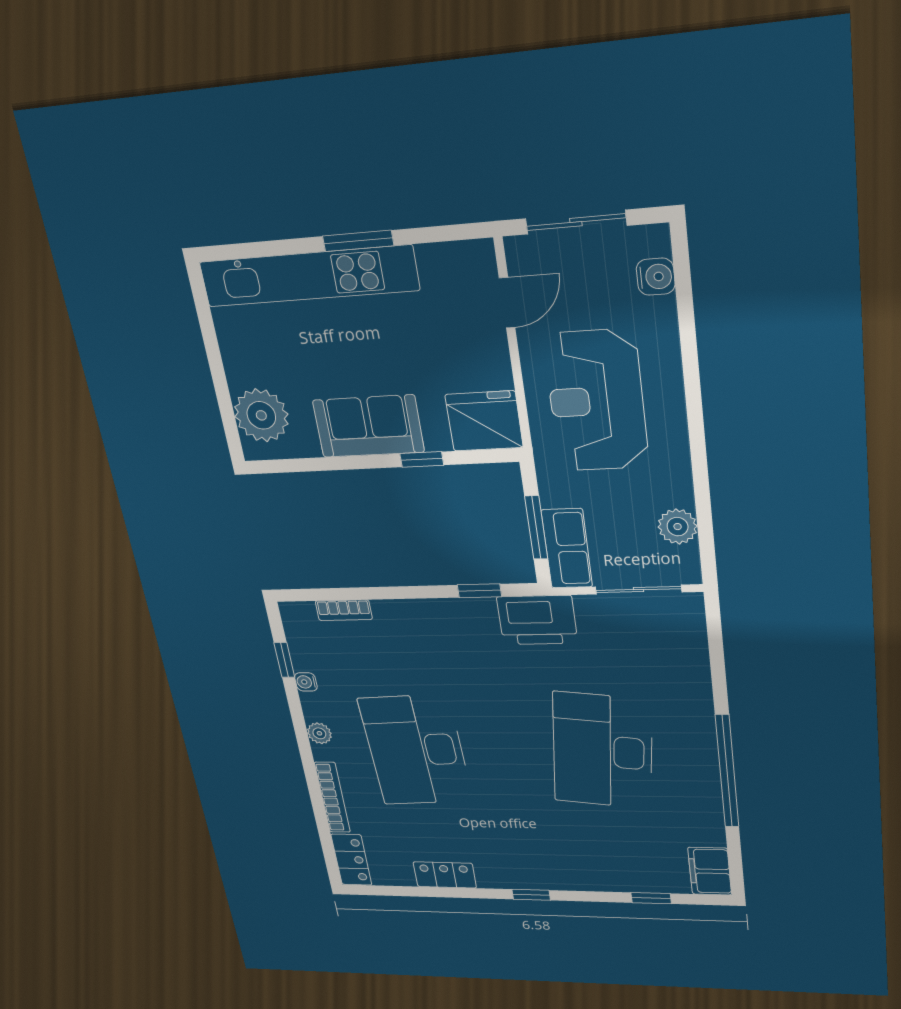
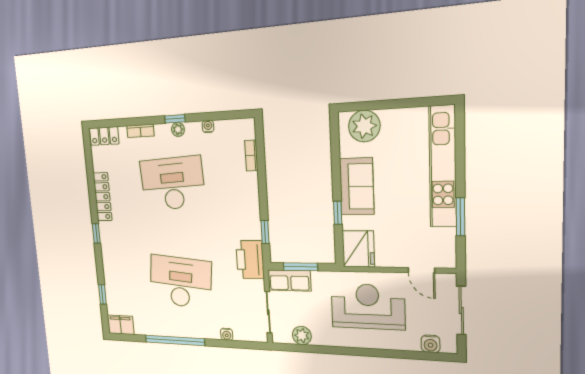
window: (358, 241) -> (460, 217), moved
window: (284, 660) -> (175, 119), moved
water cooler: (698, 671) -> (227, 334), added
bookcase: (332, 797) -> (140, 131), width x0.64
locker: (445, 875) -> (103, 197), width x1.53

